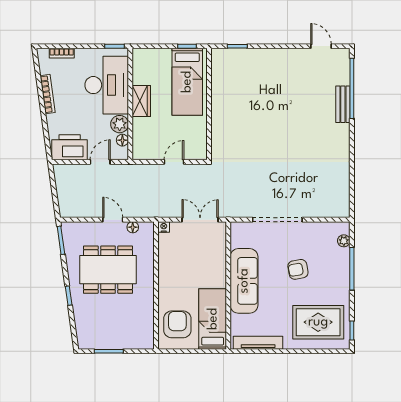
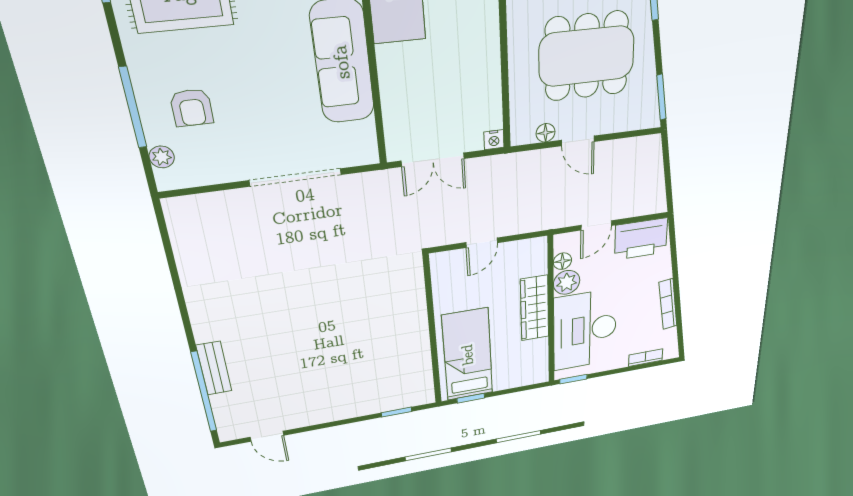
wardrobe: (141, 101) -> (535, 308), width x1.50
armchair: (298, 269) -> (192, 108), moved, turned 100

